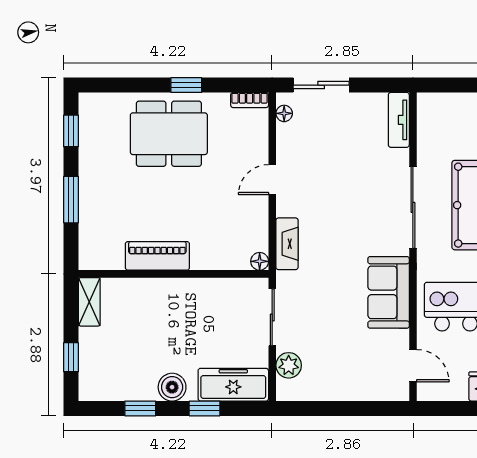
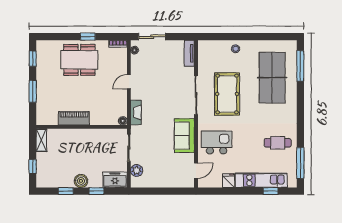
door: (413, 366) -> (196, 171), hinge flipped
freezer: (233, 385) -> (115, 180), width x0.71

